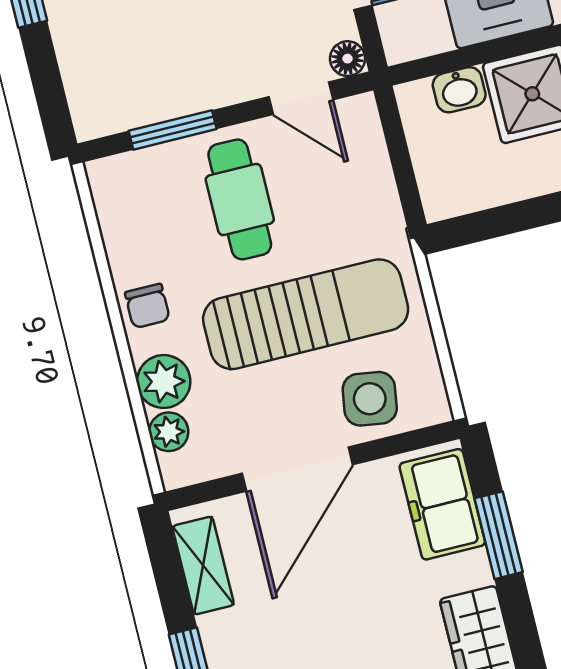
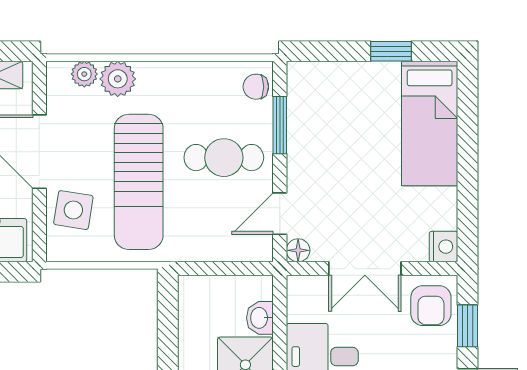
chair: (147, 306) -> (256, 87), moved

